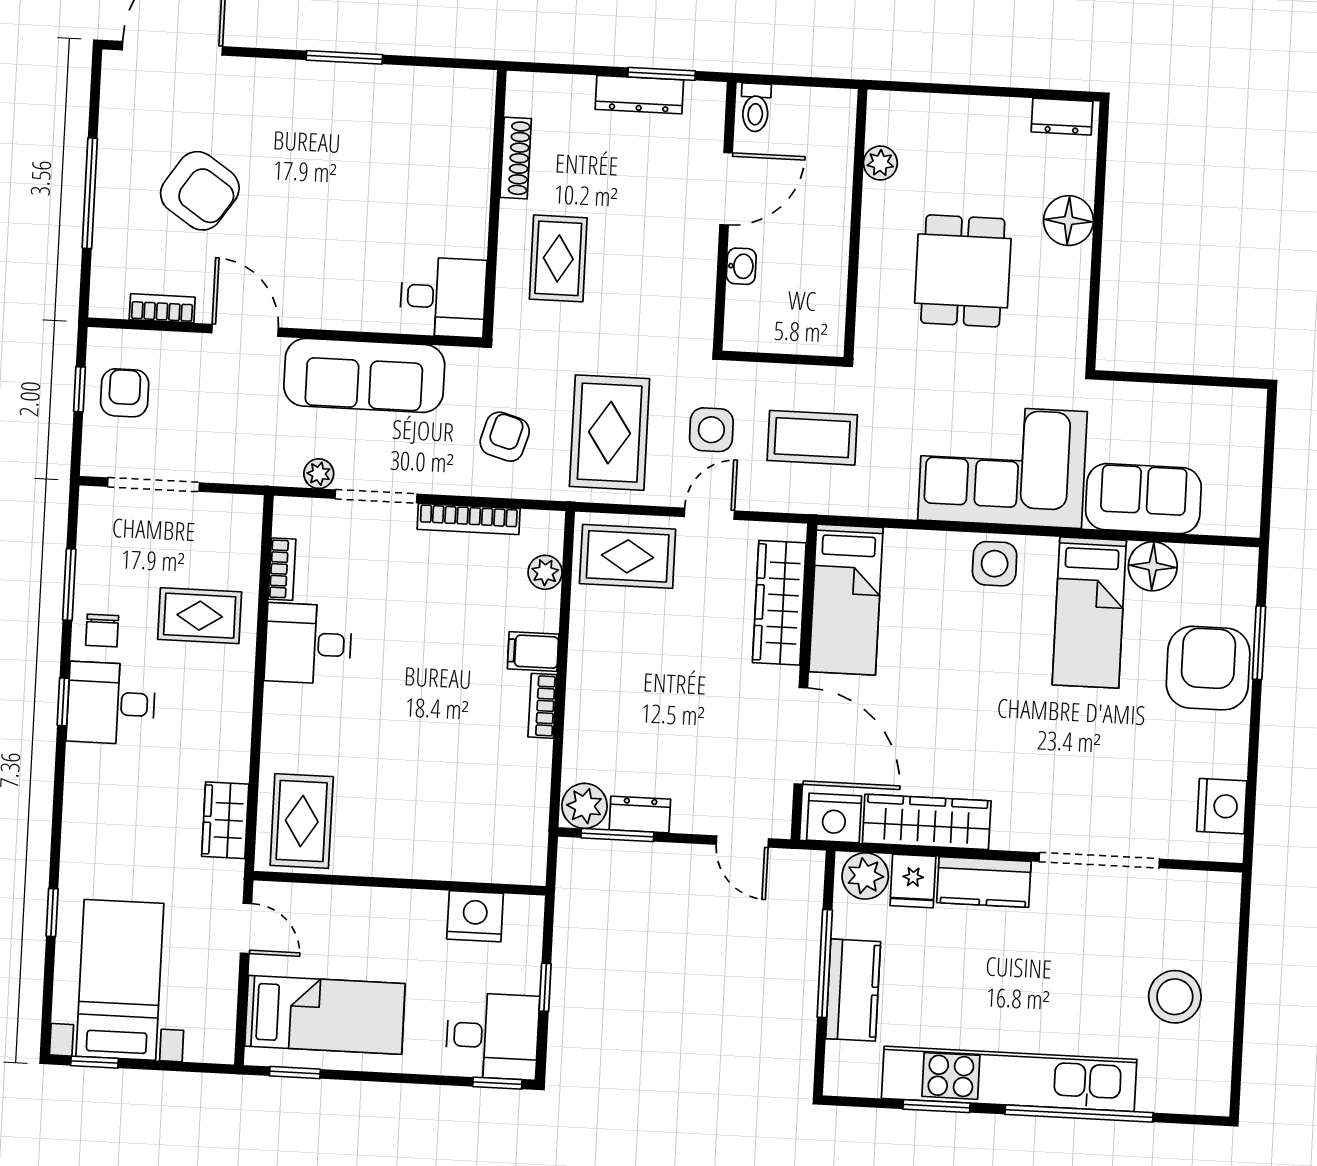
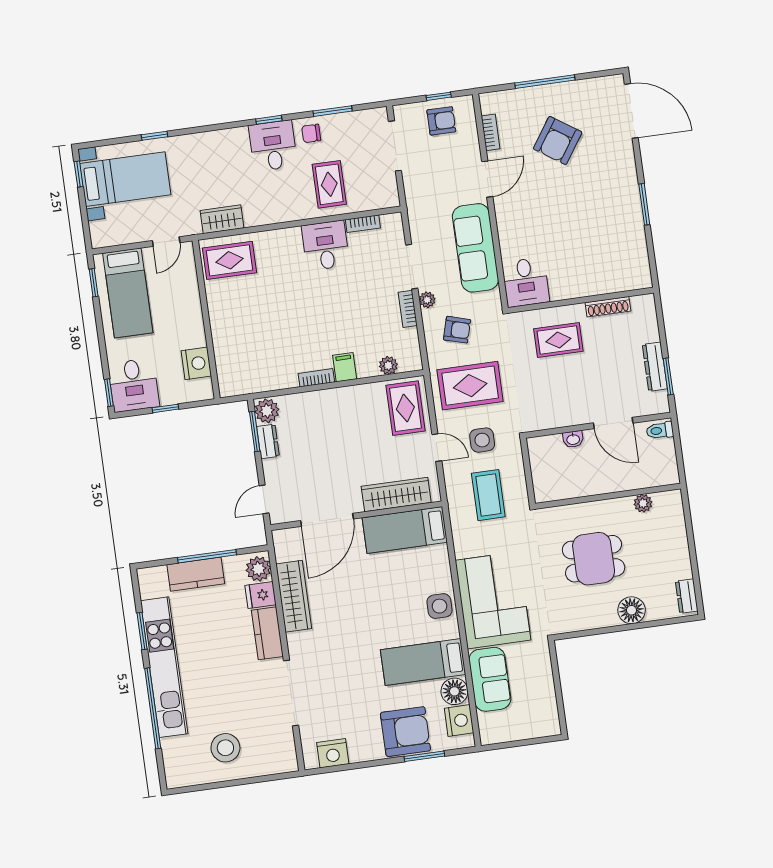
plant: (319, 474) -> (427, 300), moved
bookcase: (469, 519) -> (408, 309), width x0.64
nightstand: (834, 818) -> (459, 721), moved, turned 180

